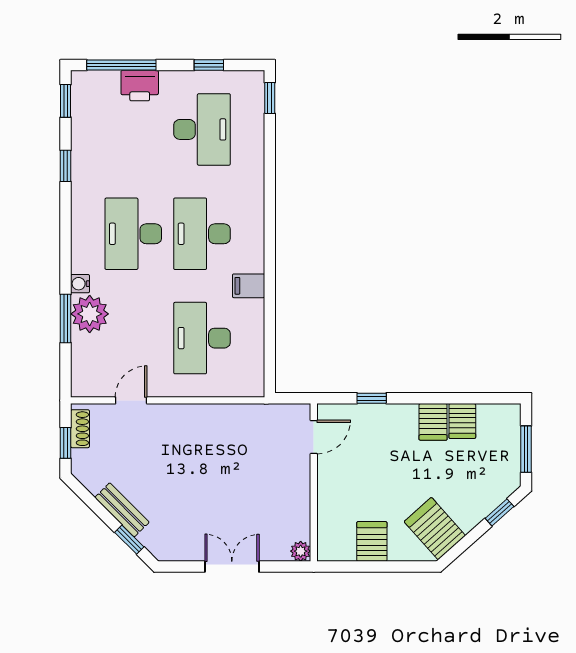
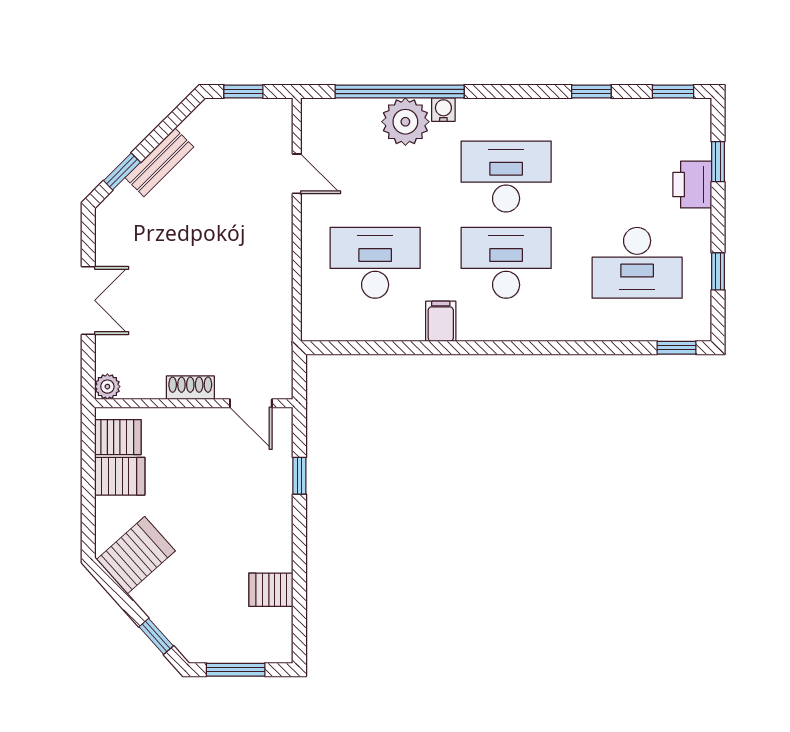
window: (121, 65) -> (718, 162), width x0.46
window: (66, 318) -> (400, 92), width x2.11
server rack: (433, 422) -> (118, 437), moved, turned 180
shoe rack: (80, 429) -> (190, 388), moved, turned 180

